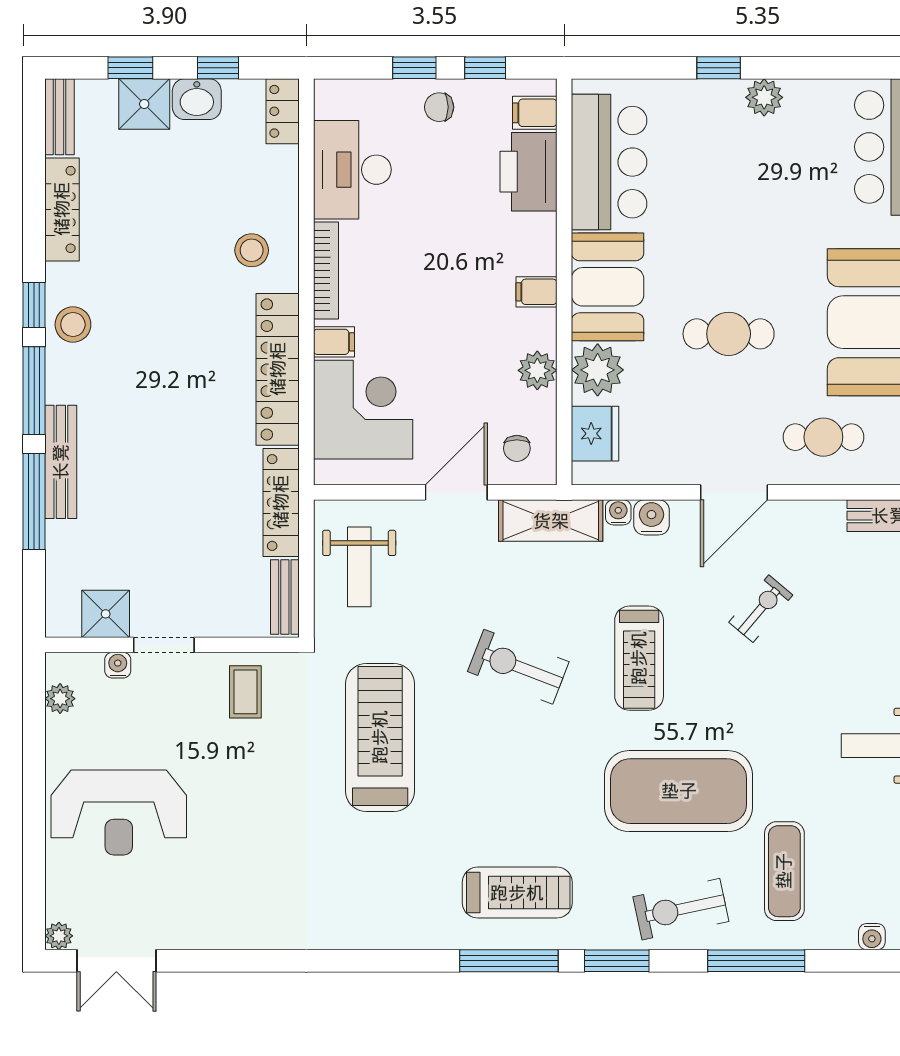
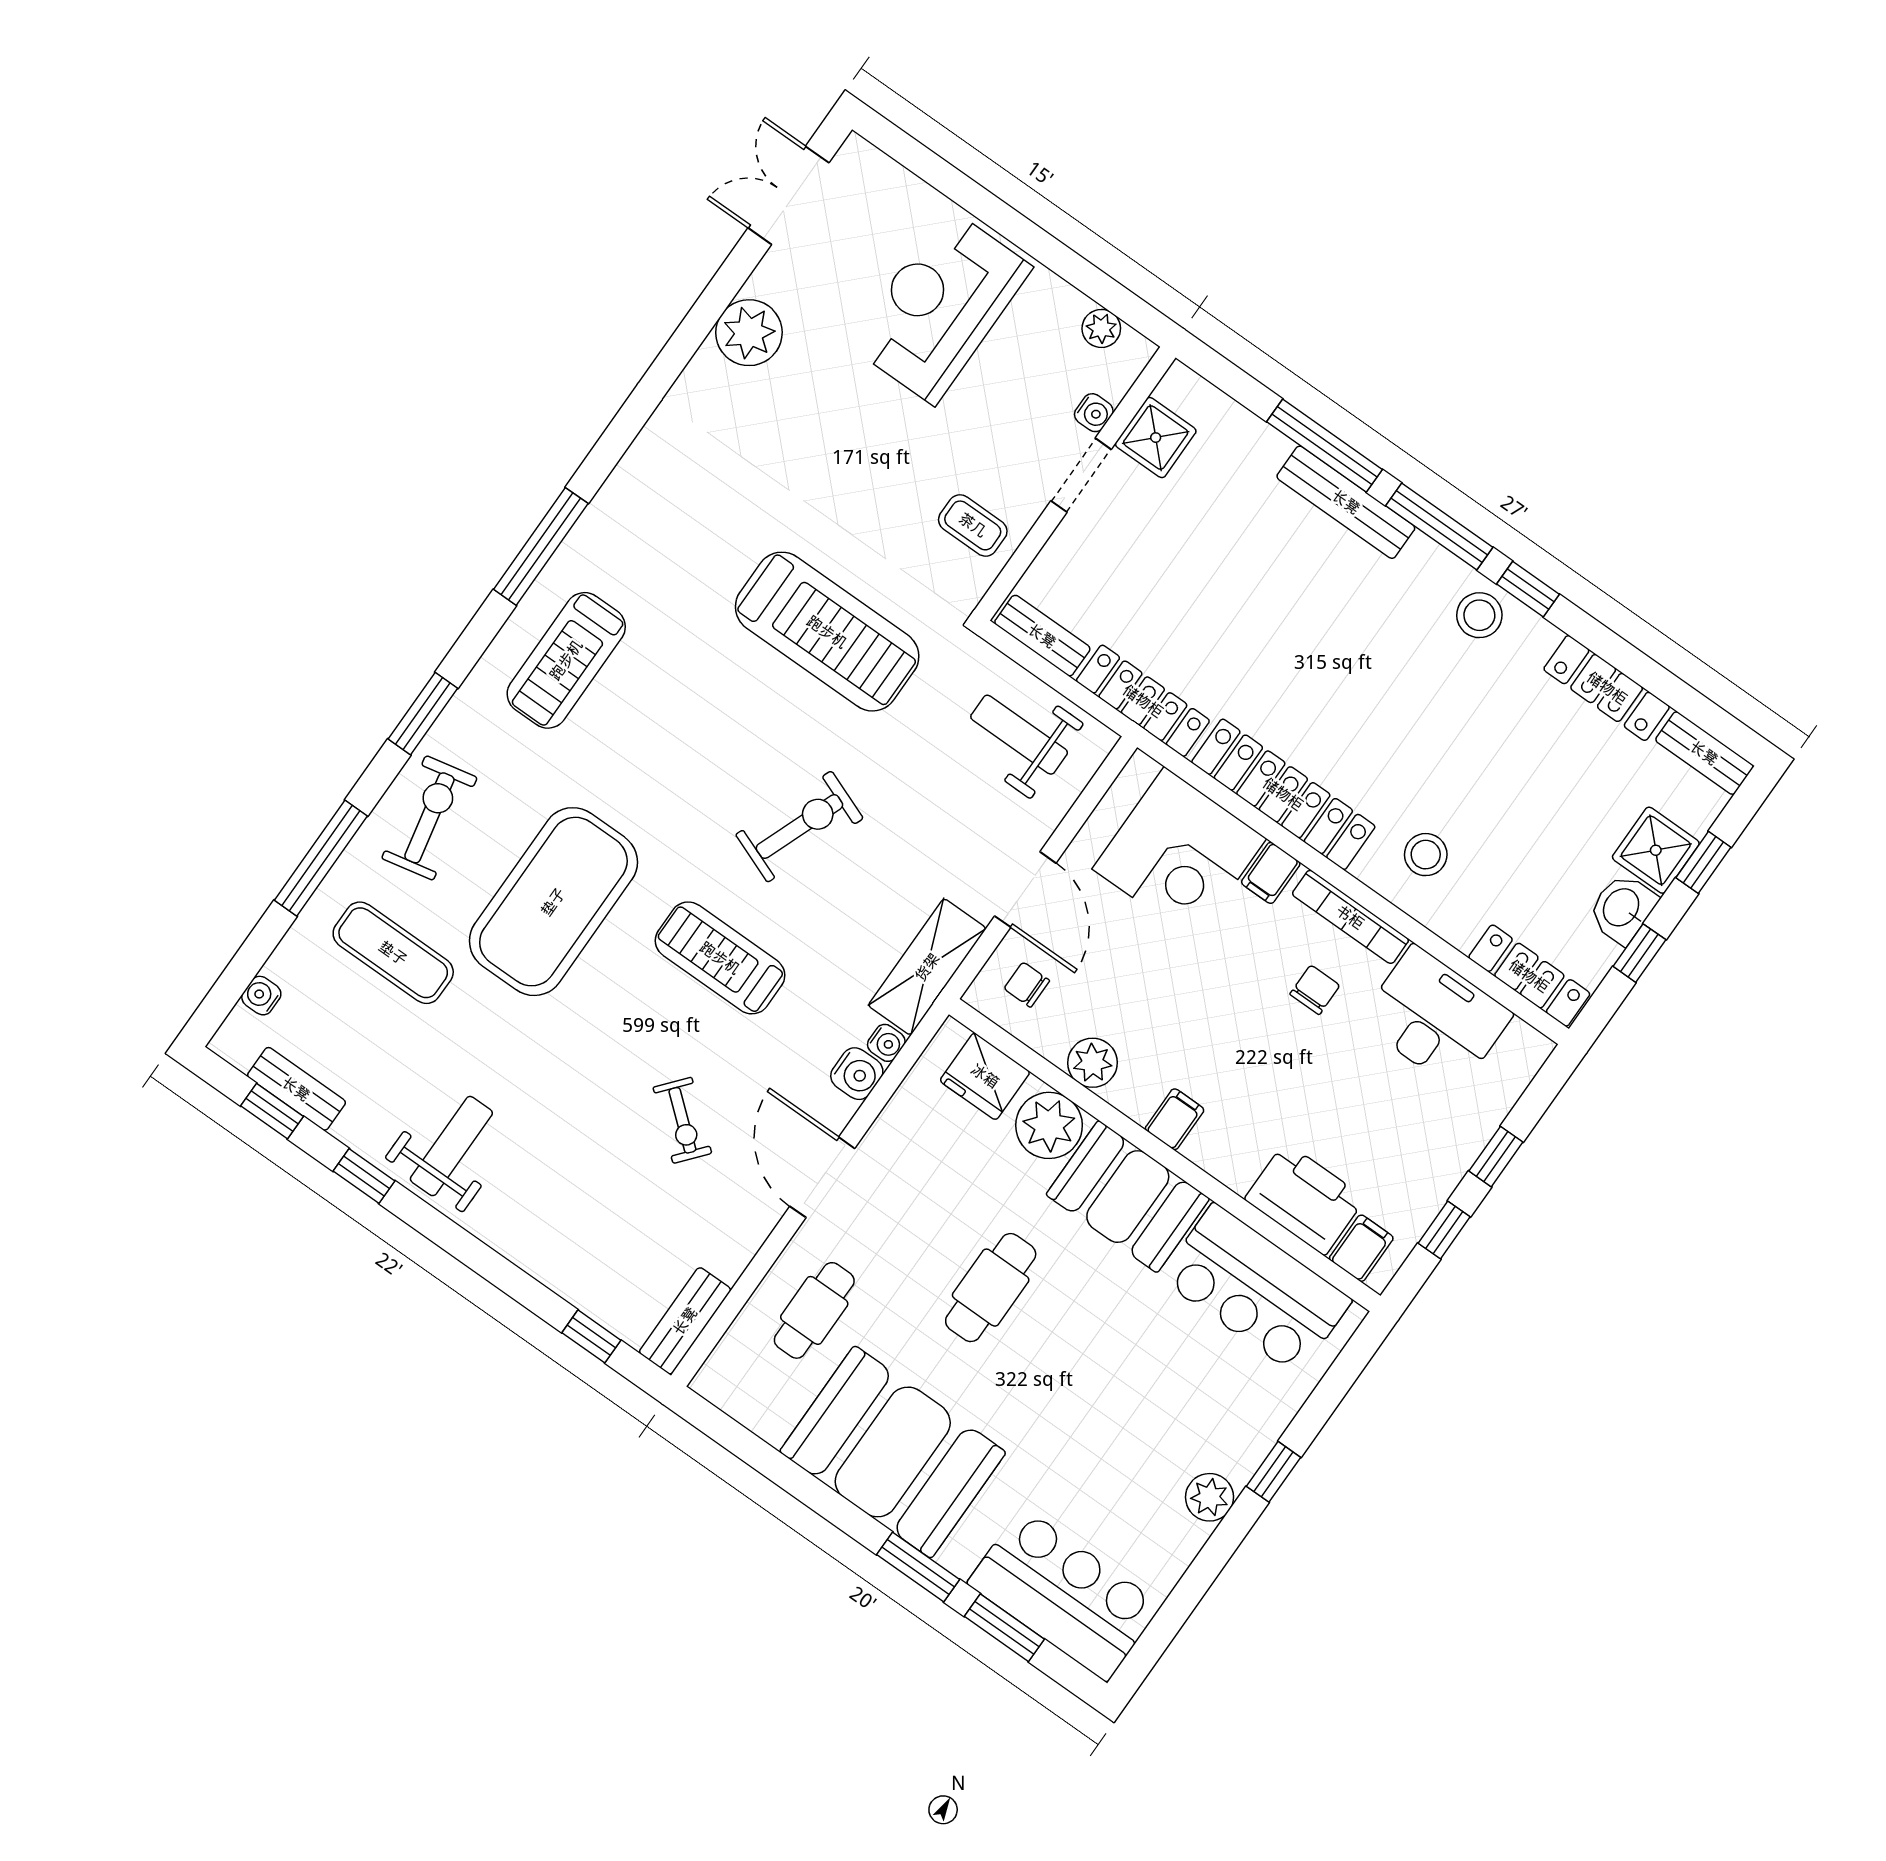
chair: (439, 107) -> (1315, 990), moved
locker: (283, 111) -> (1529, 976), width x1.53
plant: (59, 936) -> (749, 333), moved, width x1.88, depth x1.88
window: (509, 961) -> (541, 546), moved

